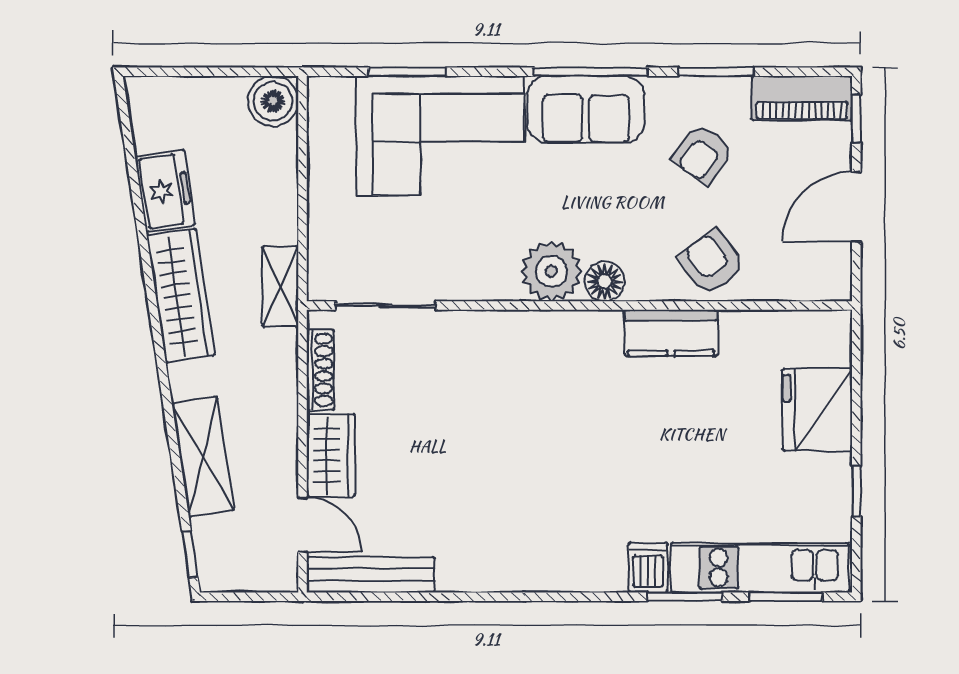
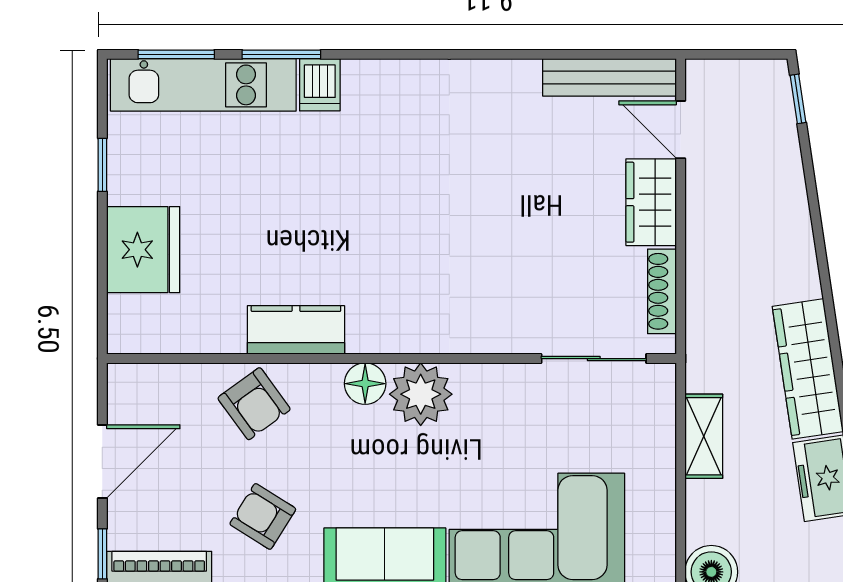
armchair: (703, 154) -> (263, 516), turned -95
shelving: (280, 286) -> (704, 436), moved
shelving: (203, 457) -> (785, 200), removed

